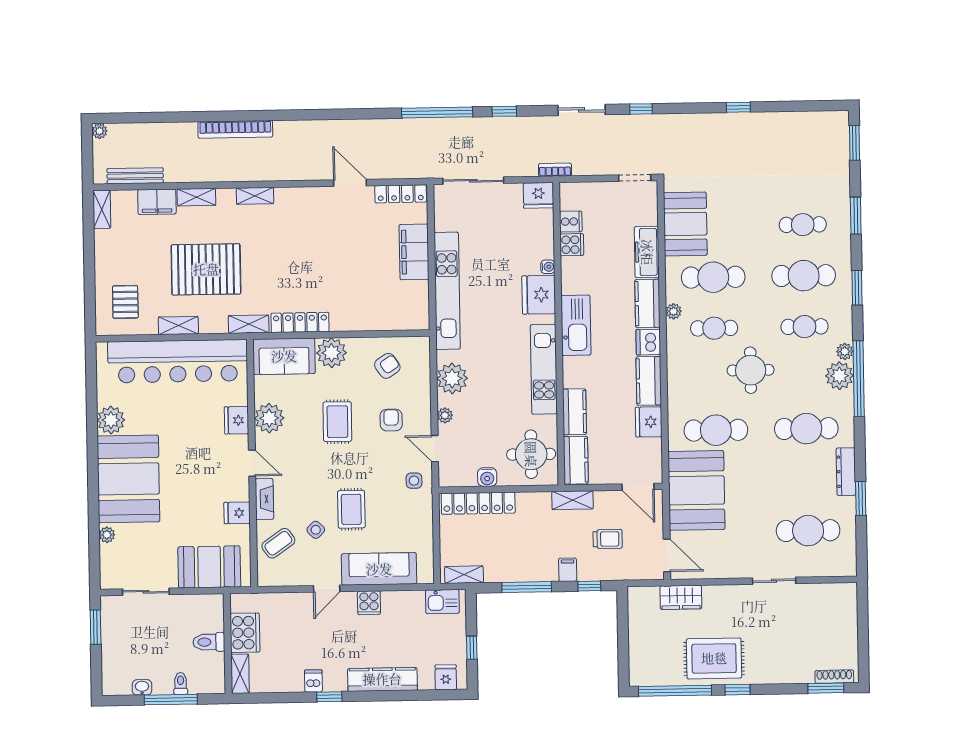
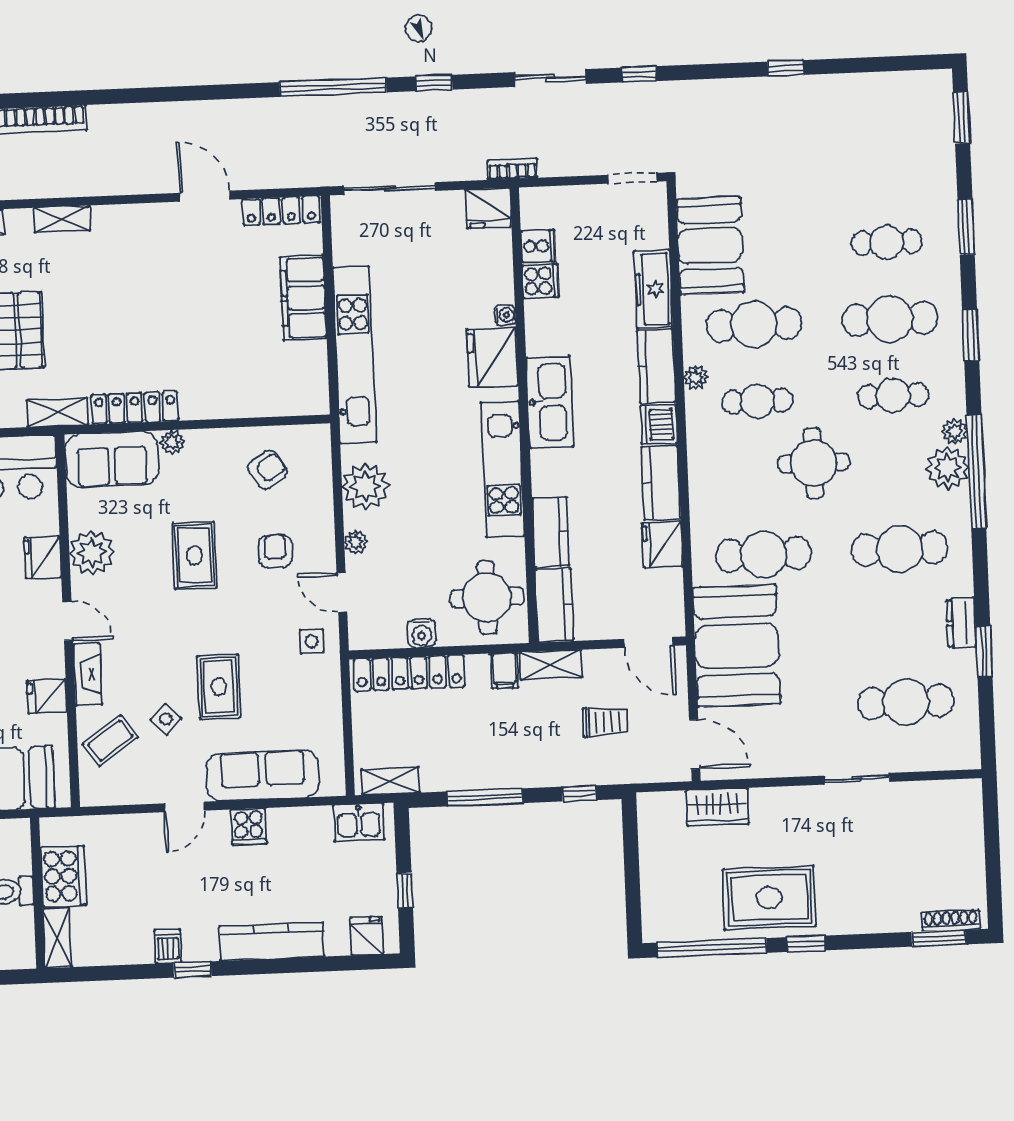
plant: (332, 353) -> (172, 442), width x0.53, depth x0.53
dresser: (846, 472) -> (961, 623), width x0.70
filing cabinet: (568, 570) -> (504, 671), moved, turned 180

